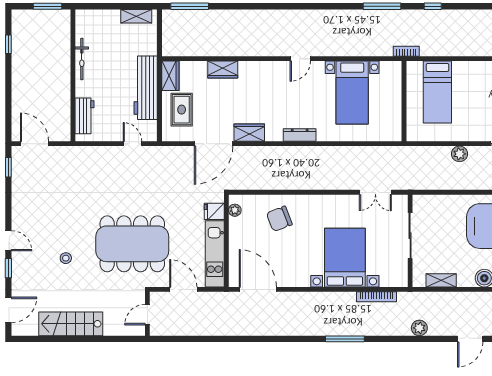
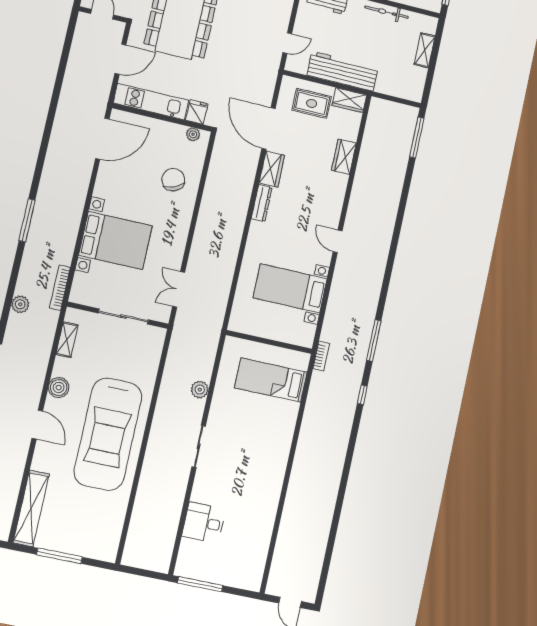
shelving: (136, 16) -> (425, 50), moved
dresser: (300, 135) -> (262, 203), moved
bookcase: (377, 297) -> (60, 288), moved

